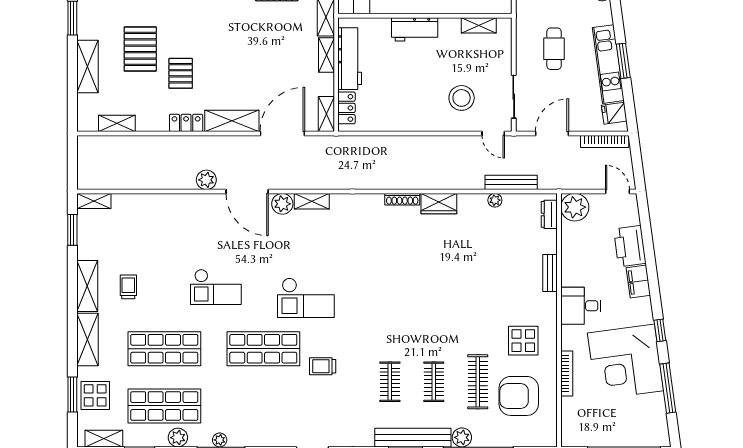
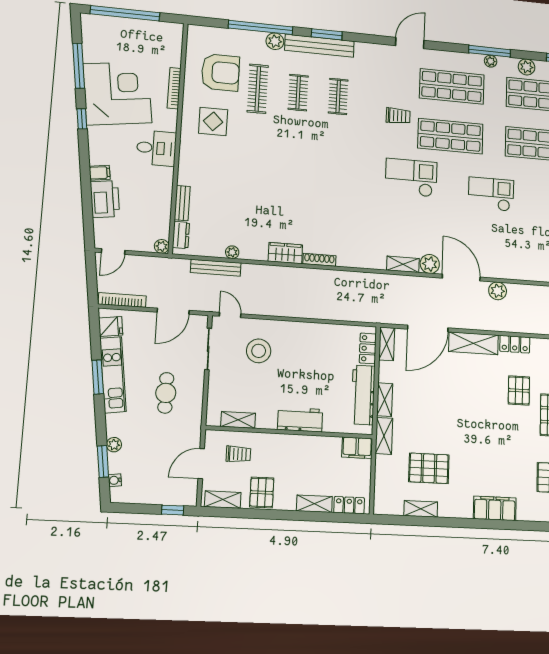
door: (617, 191) -> (113, 251), hinge flipped
plant: (575, 207) -> (162, 246), width x0.53, depth x0.53
bench: (550, 273) -> (182, 203), moved
filing cabinet: (638, 281) -> (100, 173), width x0.50
shop shelf: (263, 406) -> (452, 86), added

